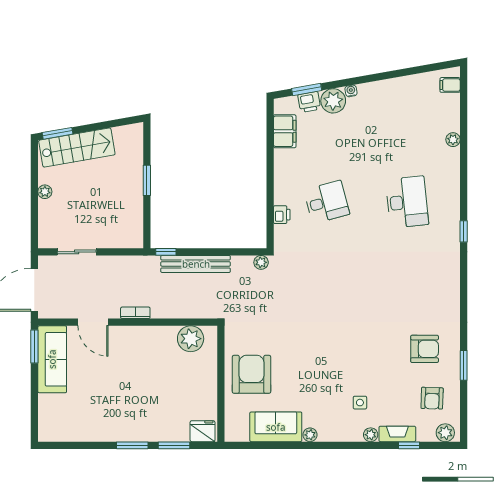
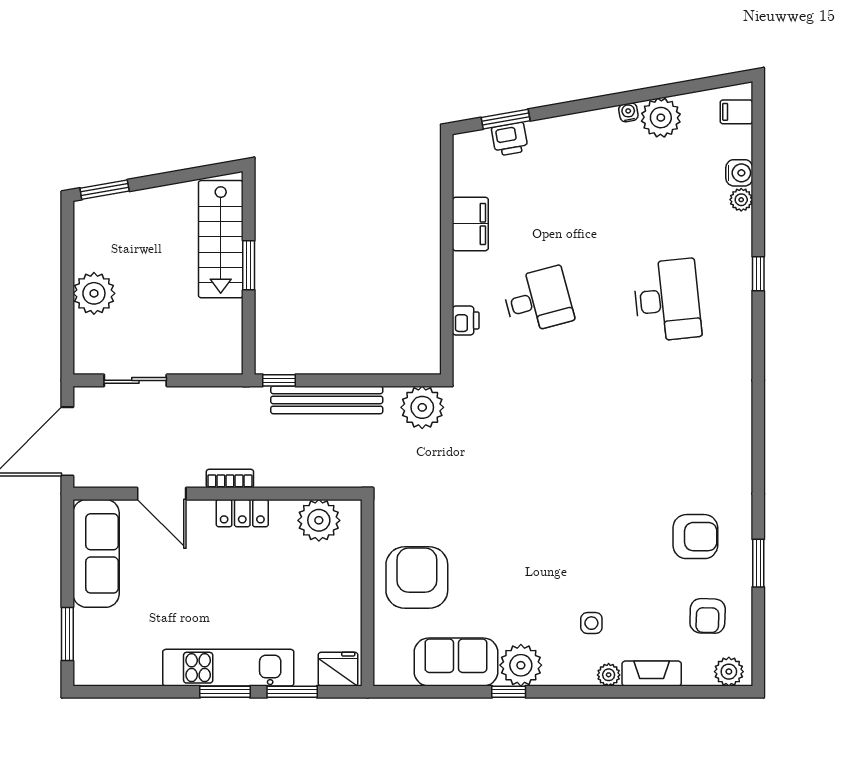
water cooler: (351, 91) -> (628, 112), moved
plant: (333, 101) -> (661, 118), moved
water cooler: (452, 123) -> (739, 173), added
filing cabinet: (285, 131) -> (470, 224), moved
stairs: (77, 147) -> (221, 239), moved, turned 100
plant: (45, 192) -> (94, 293), width x1.88, depth x1.88
window: (464, 231) -> (758, 274), moved
plant: (261, 262) -> (422, 407), width x1.88, depth x1.88
locker: (143, 334) -> (242, 513), added
window: (34, 346) -> (67, 634), moved
kitchen unit: (134, 430) -> (228, 668), added
plant: (310, 435) -> (521, 665), width x1.88, depth x1.88
window: (409, 445) -> (509, 692), moved

